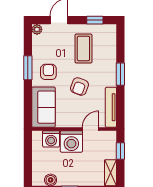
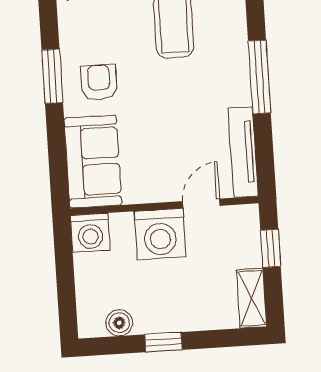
window: (120, 74) -> (259, 77), width x1.44
armchair: (79, 87) -> (170, 110), removed
washing machine: (51, 139) -> (90, 233), moved

